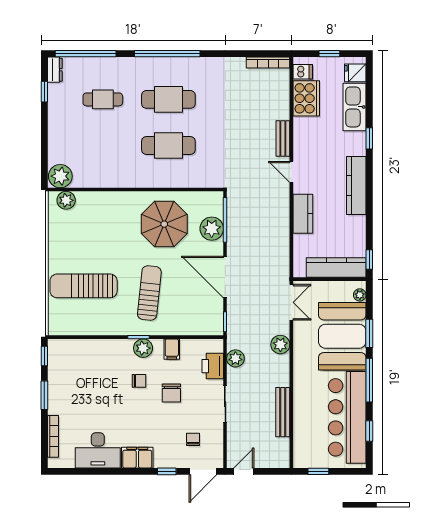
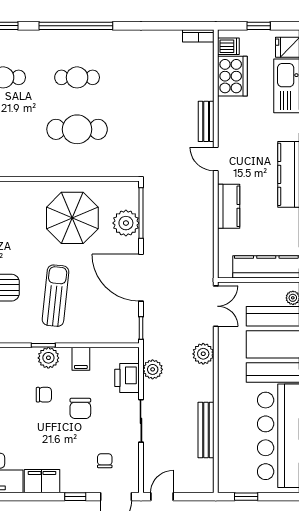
bookcase: (268, 63) -> (198, 36), width x0.64
cafe table: (168, 99) -> (77, 77), width x0.73, depth x0.74

